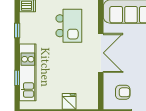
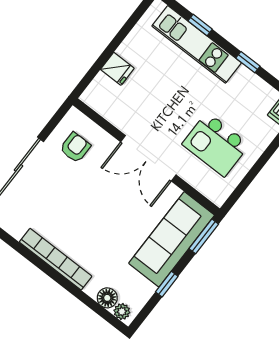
window: (17, 30) -> (248, 62), moved
armchair: (123, 92) -> (75, 147), turned 180

